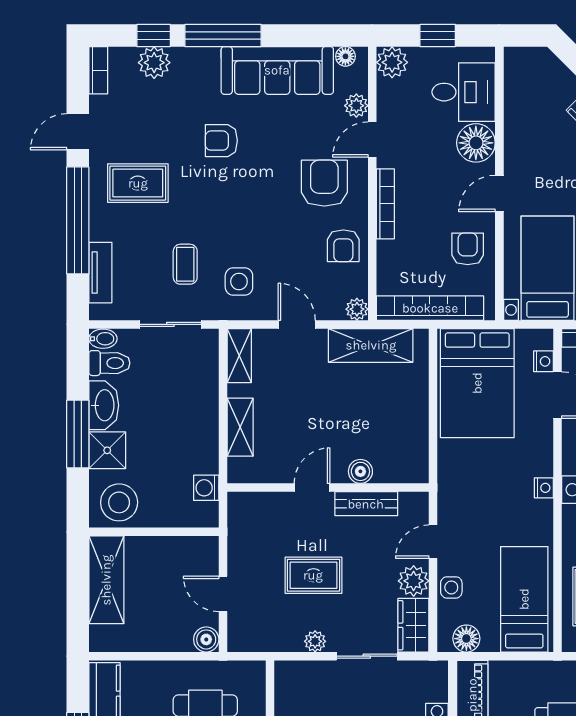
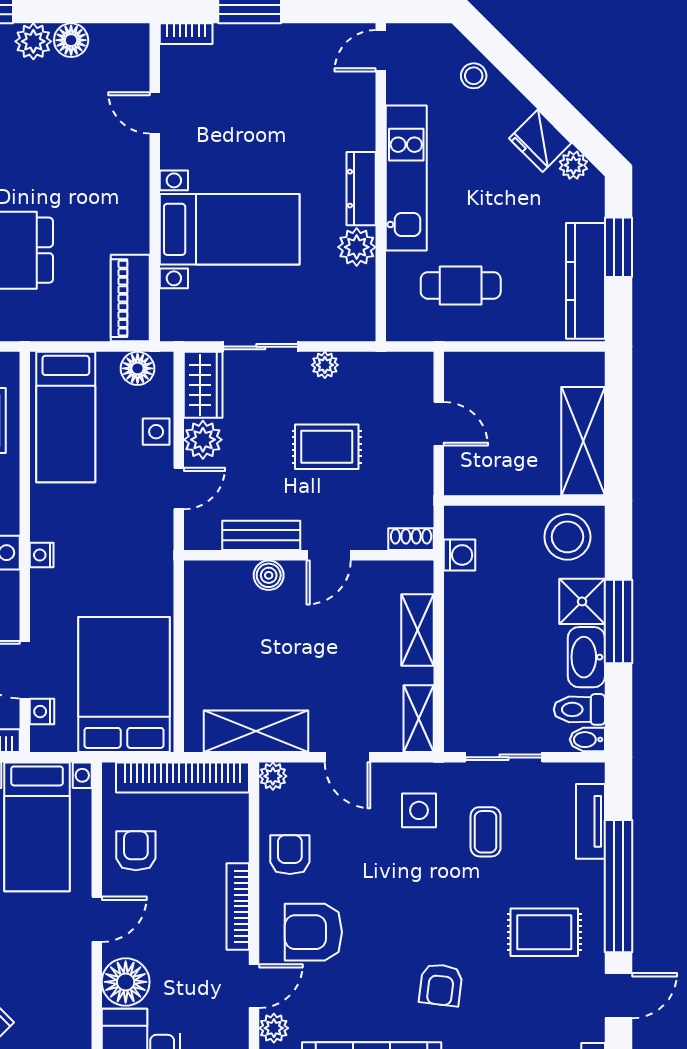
armchair: (221, 141) -> (441, 985), turned 97
armchair: (324, 183) -> (313, 932), turned 90
armchair: (468, 249) -> (136, 851), turned 180
shoe rack: (245, 501) -> (411, 539), added
boiler: (206, 639) -> (460, 367), removed

